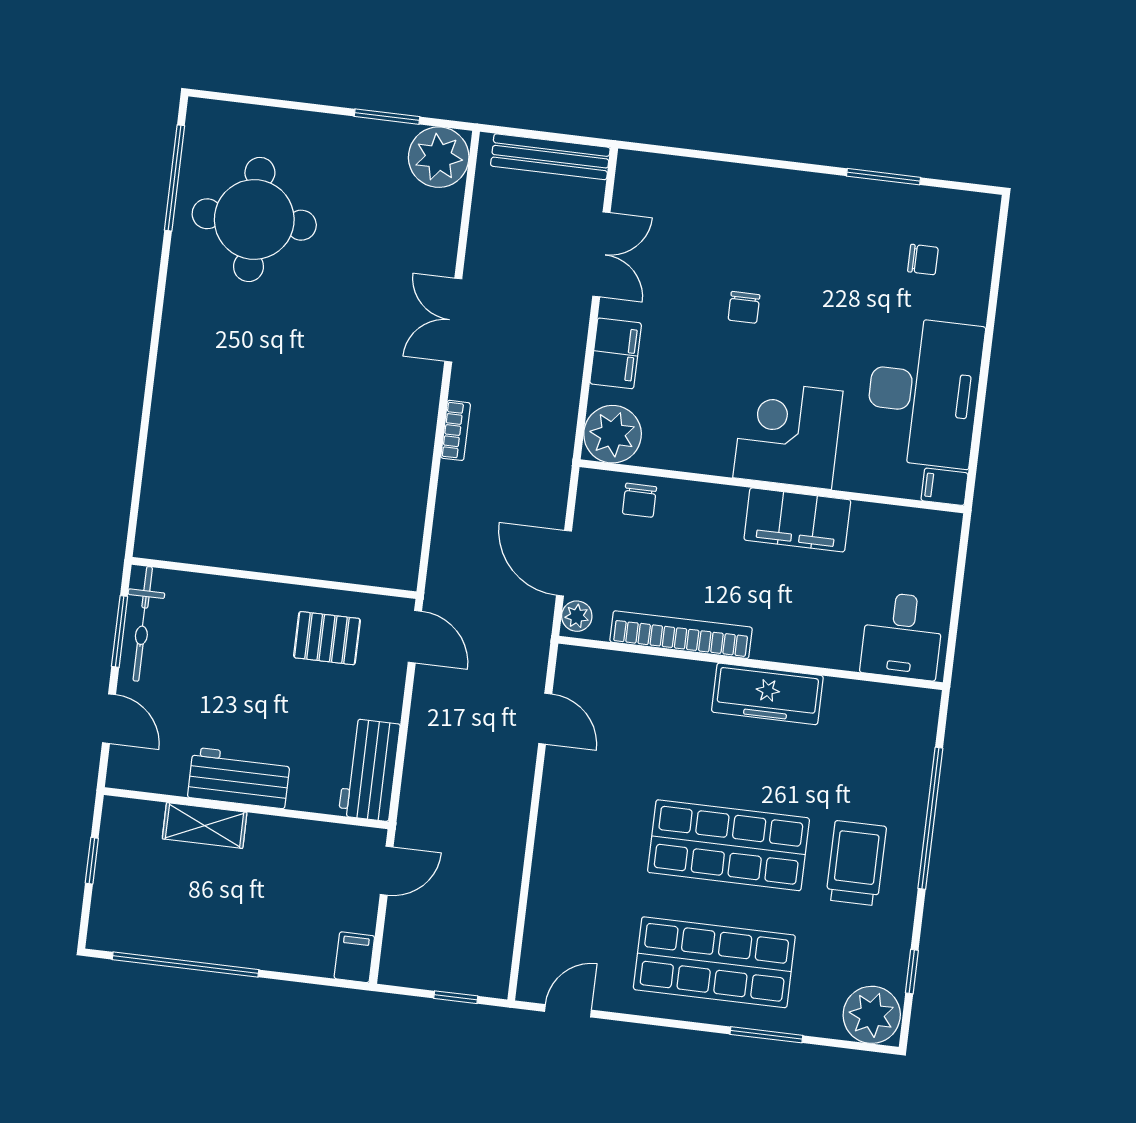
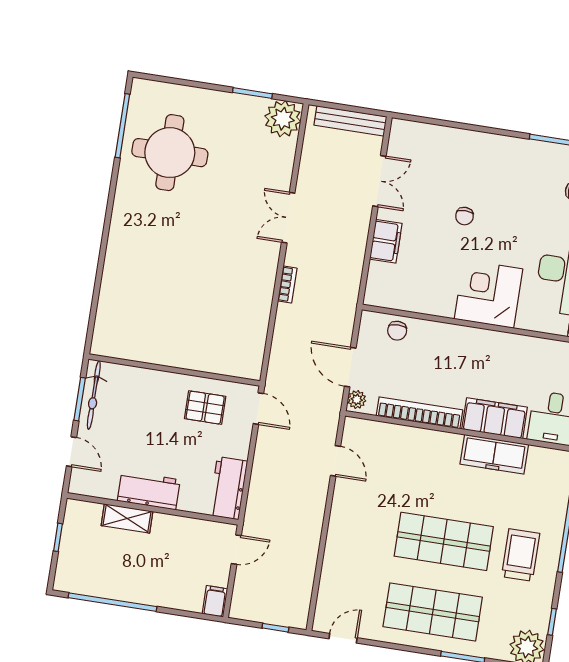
plant: (613, 434) -> (382, 290), removed
filing cabinet: (797, 520) -> (495, 418), moved, turned 180
freezer: (767, 694) -> (494, 454), moved

